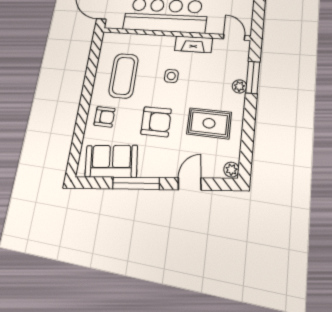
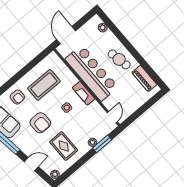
fireplace: (193, 44) -> (84, 93), moved

